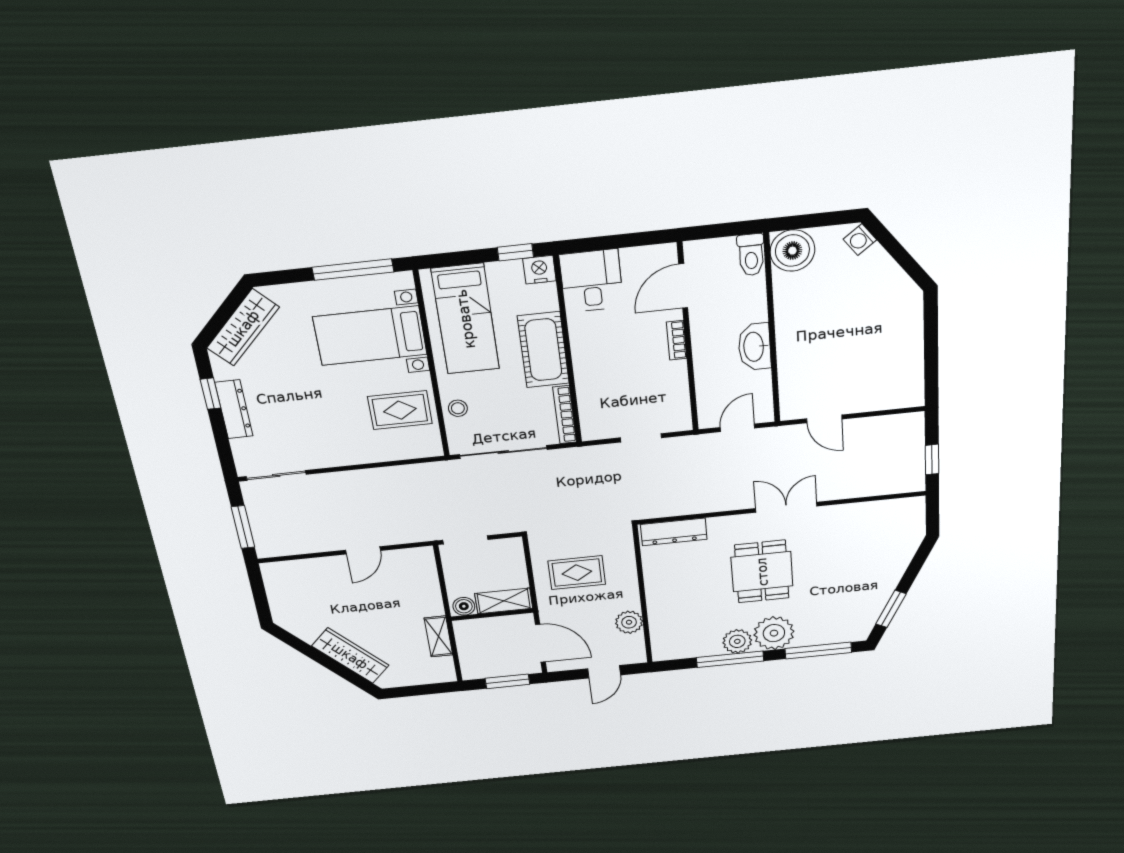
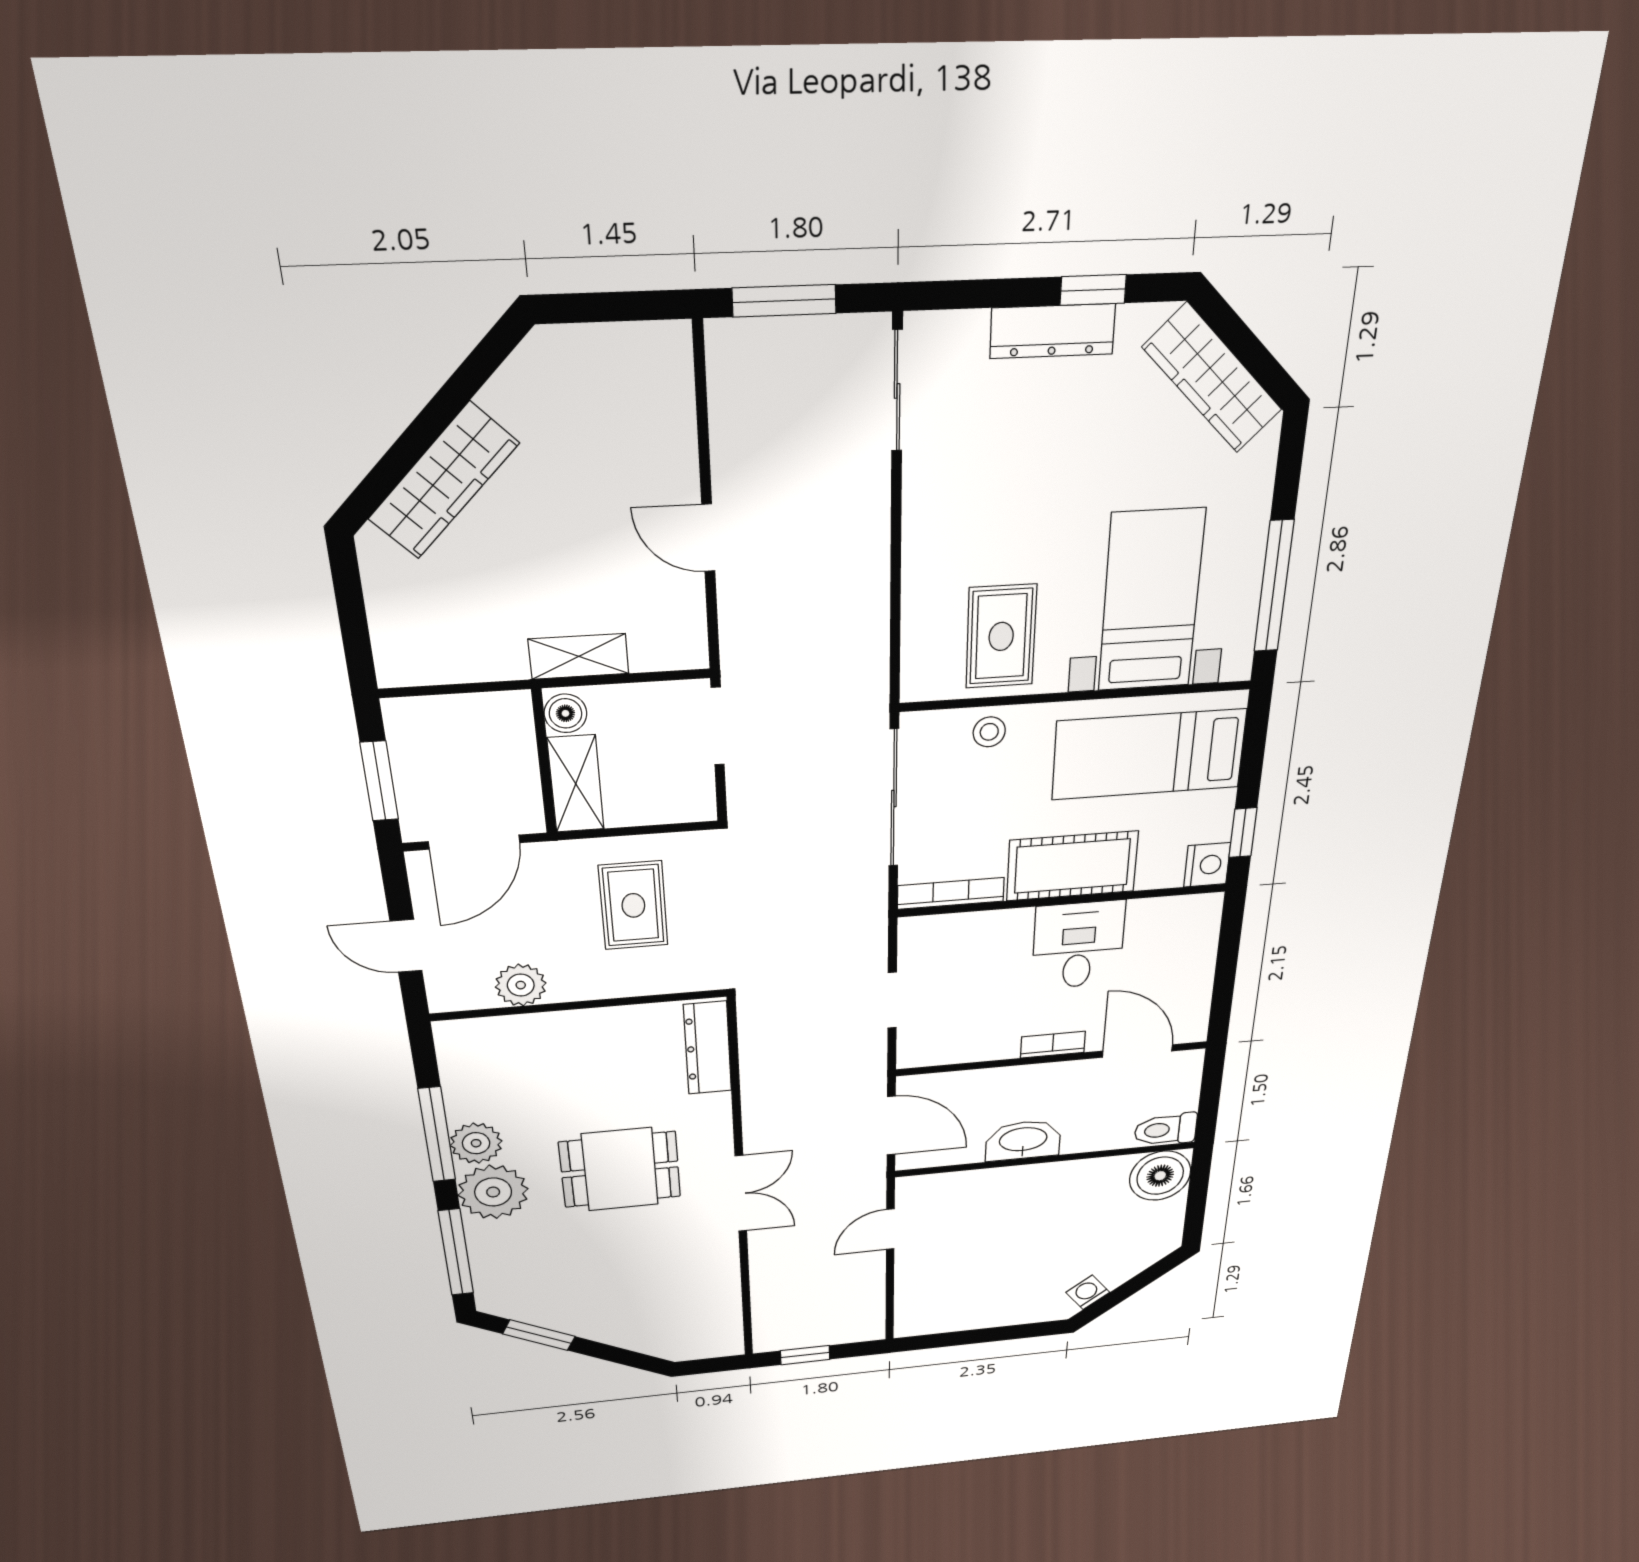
washing machine: (860, 240) -> (1088, 1292), moved
desk: (591, 281) -> (1078, 945), moved, turned -90
door: (737, 428) -> (891, 1126), width x1.38
shelving: (438, 636) -> (579, 656), moved

